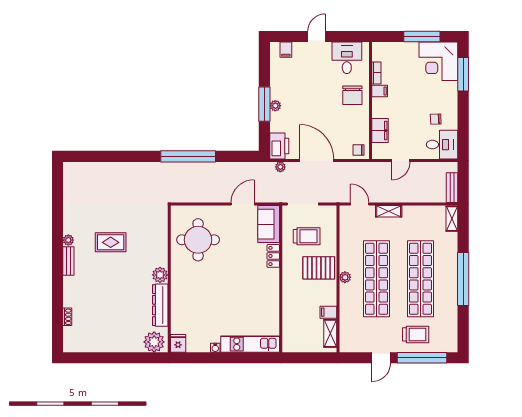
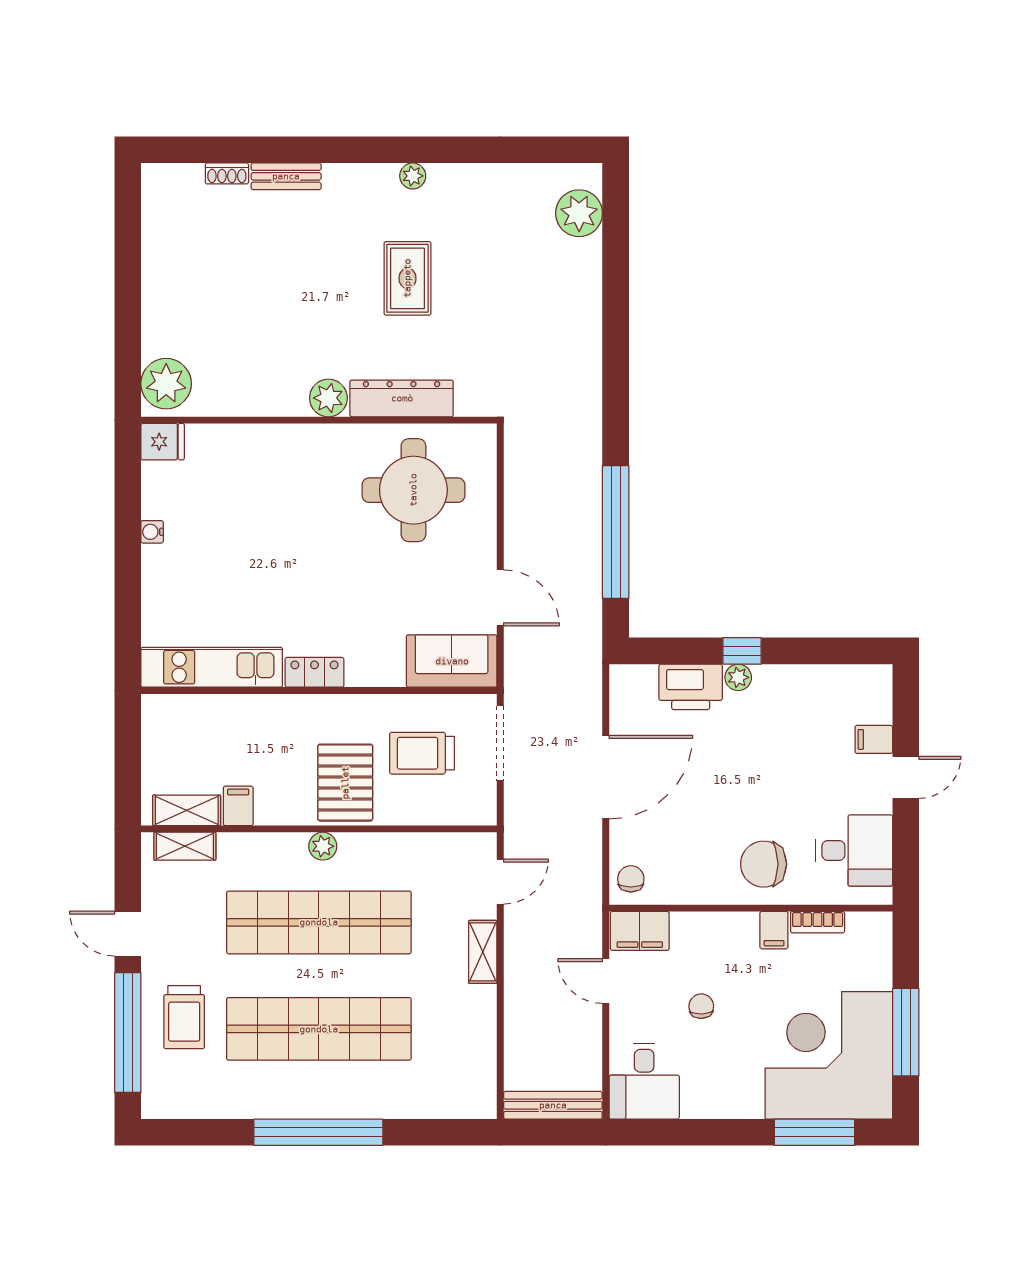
door: (317, 37) -> (906, 777), hinge flipped
filing cabinet: (286, 50) -> (874, 739), moved
corner desk: (438, 61) -> (829, 1055), width x1.36, depth x1.36
window: (264, 104) -> (742, 651), width x0.46
chair: (436, 119) -> (701, 1006), moved
filing cabinet: (380, 131) -> (640, 931), moved
printer: (279, 146) -> (691, 687), moved
window: (188, 156) -> (616, 532), moved
plant: (280, 167) -> (579, 213), moved, width x1.88, depth x1.88
bench: (452, 188) -> (553, 1105), width x1.36
shelving: (452, 219) -> (185, 846), moved
trolley: (307, 236) -> (422, 753), turned 90
locker: (273, 256) -> (314, 672), moved
bench: (68, 261) -> (286, 176), moved
dresser: (160, 305) -> (402, 398), moved
kitchen unit: (250, 344) -> (212, 667), moved, turned -90

